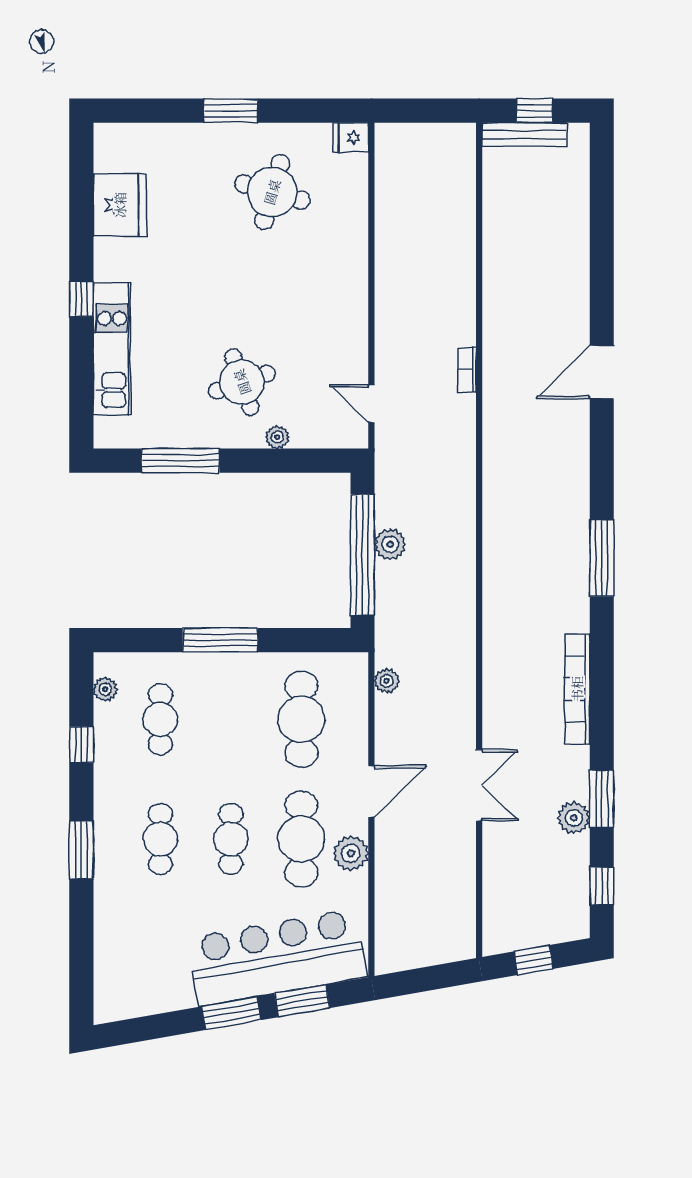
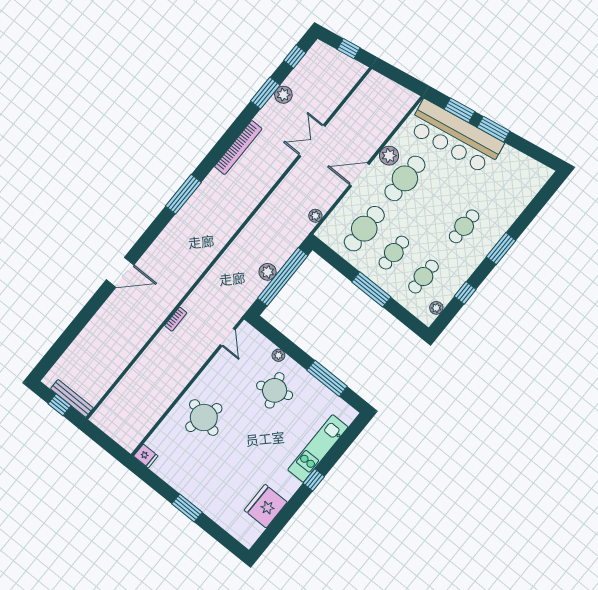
round table: (272, 192) -> (204, 418), moved
cafe table: (231, 839) -> (394, 253), moved

